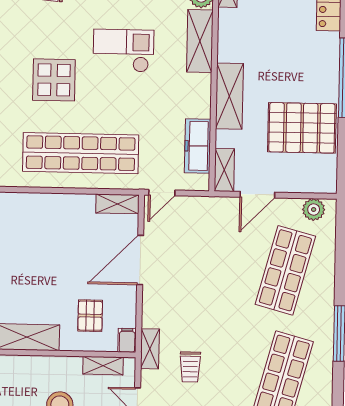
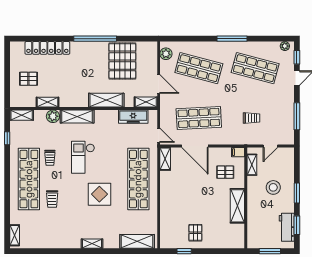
shop shelf: (192, 268) -> (199, 118), added
shelving: (150, 349) -> (242, 140), removed

